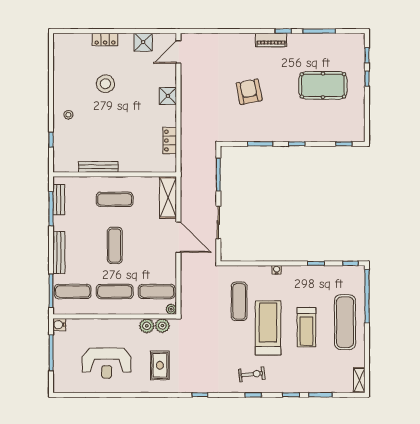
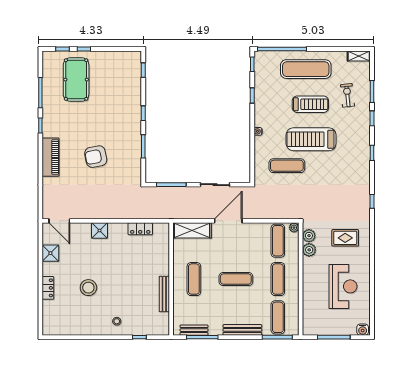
piano: (271, 40) -> (51, 157), moved, width x1.37, depth x1.33
pool table: (323, 85) -> (76, 80), moved
water cooler: (59, 325) -> (363, 330), moved
exercise bike: (252, 374) -> (347, 95), moved

